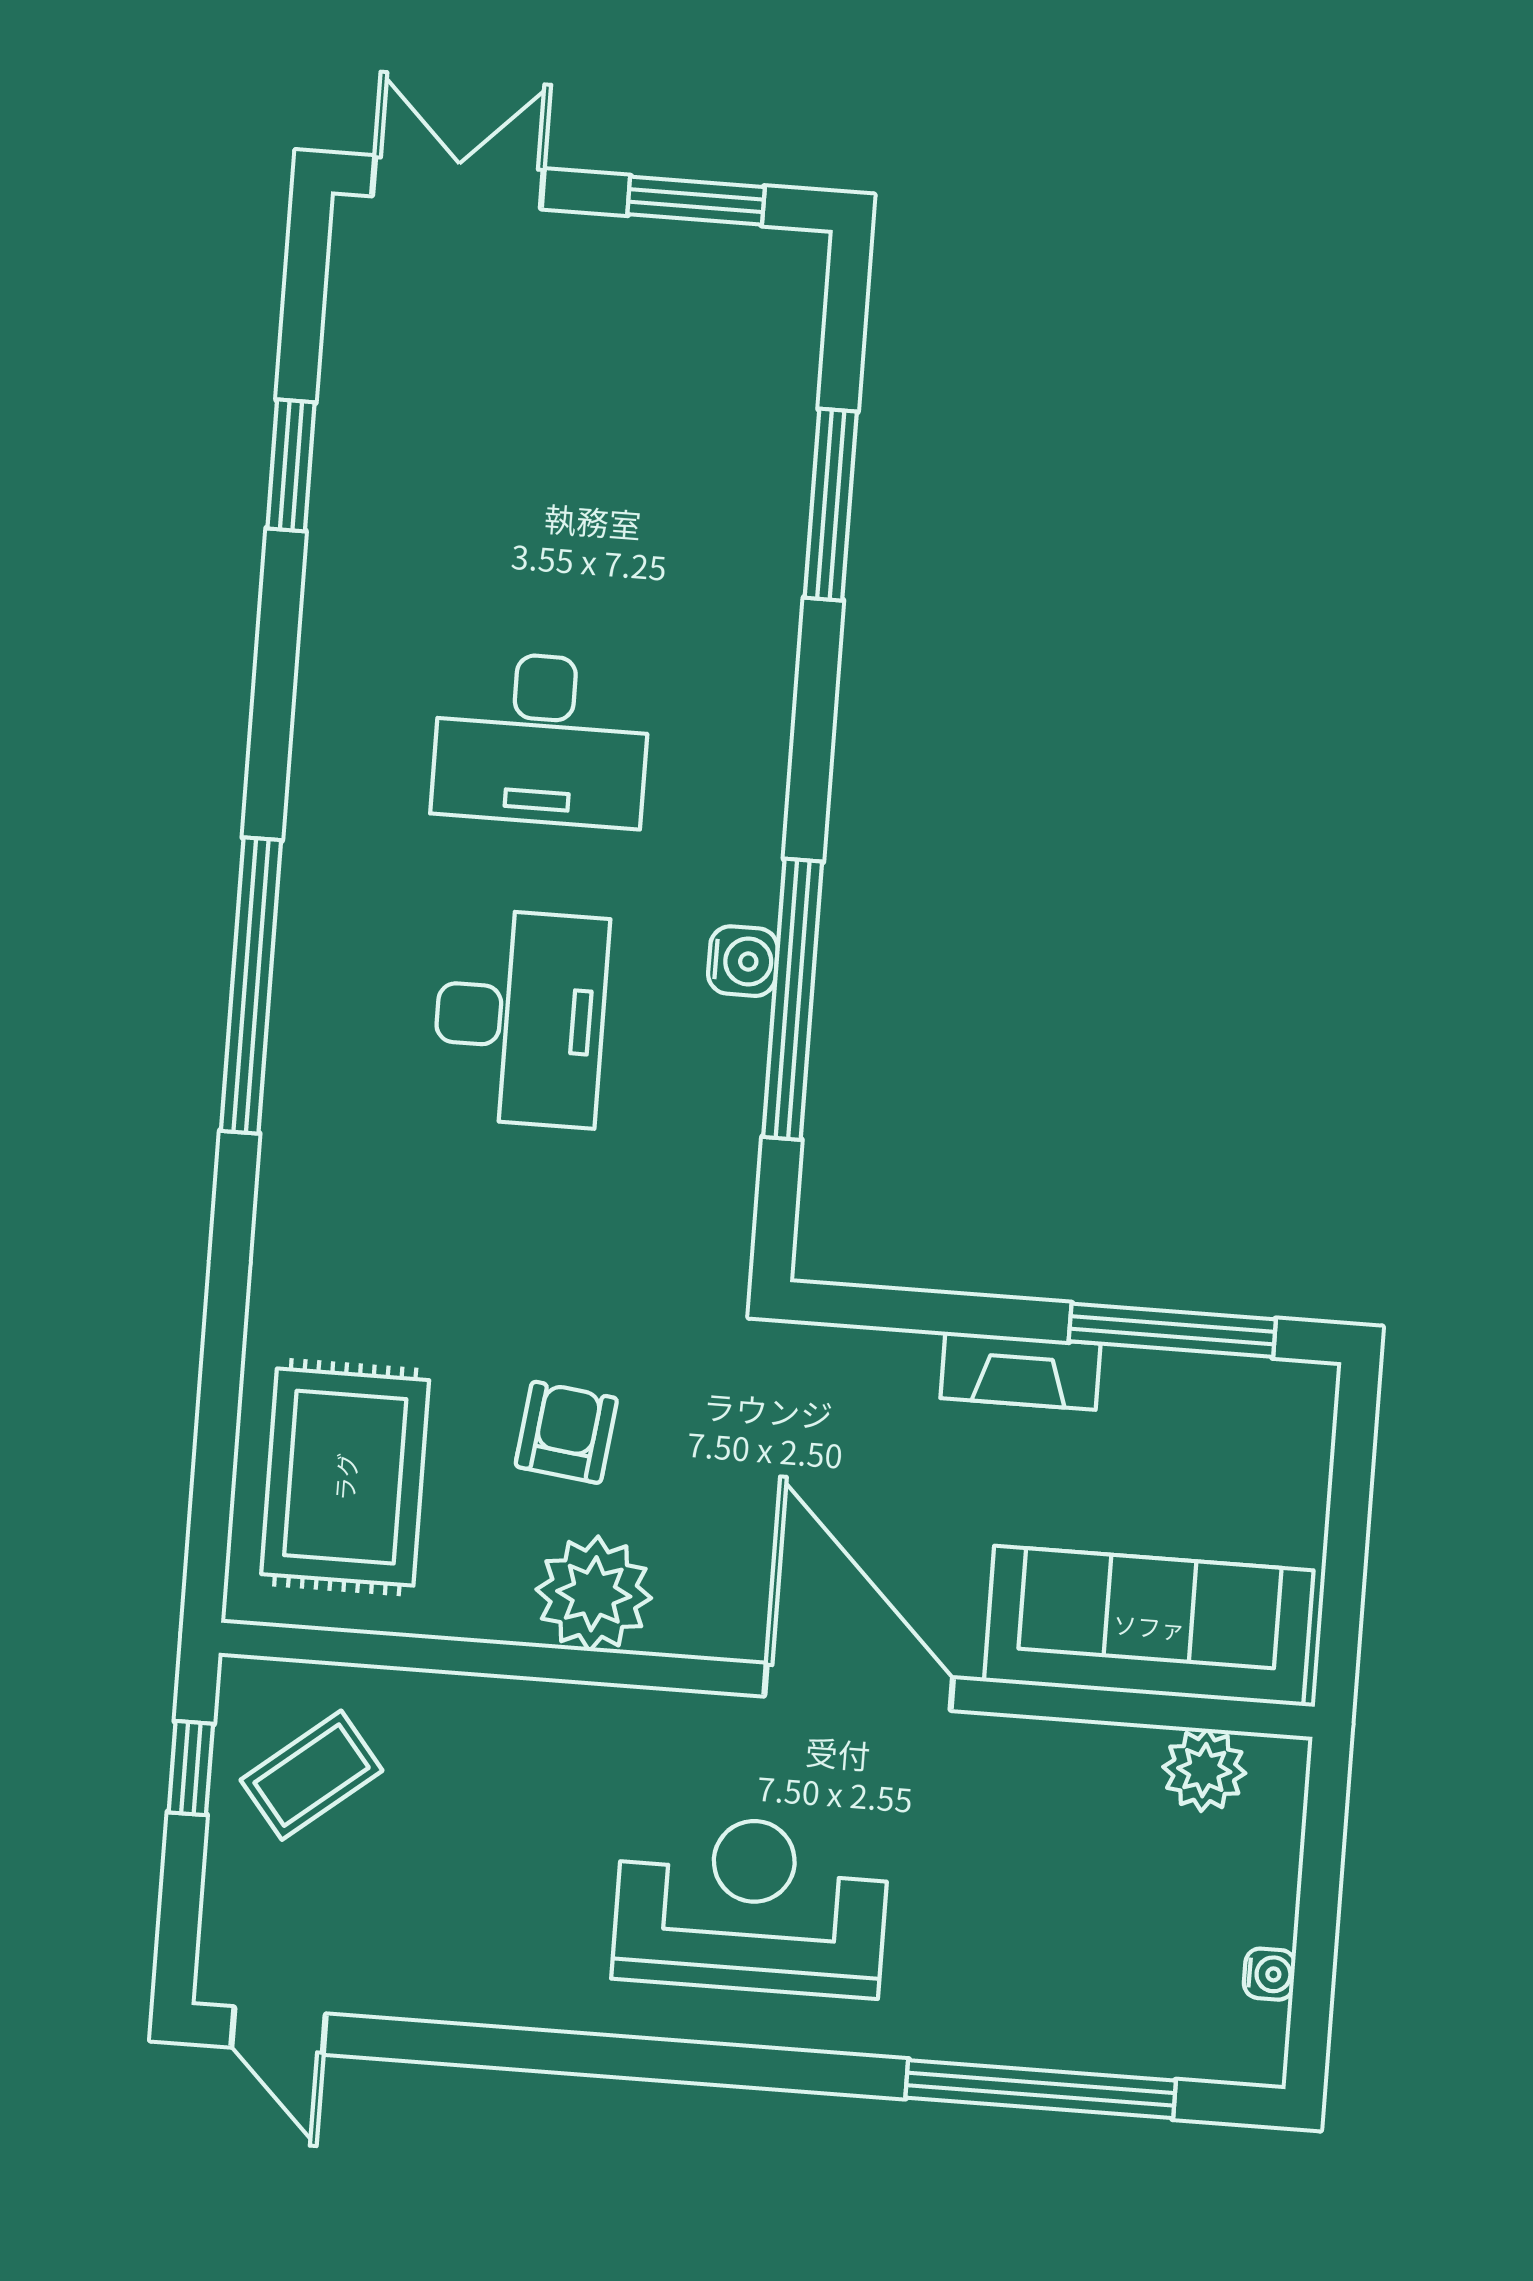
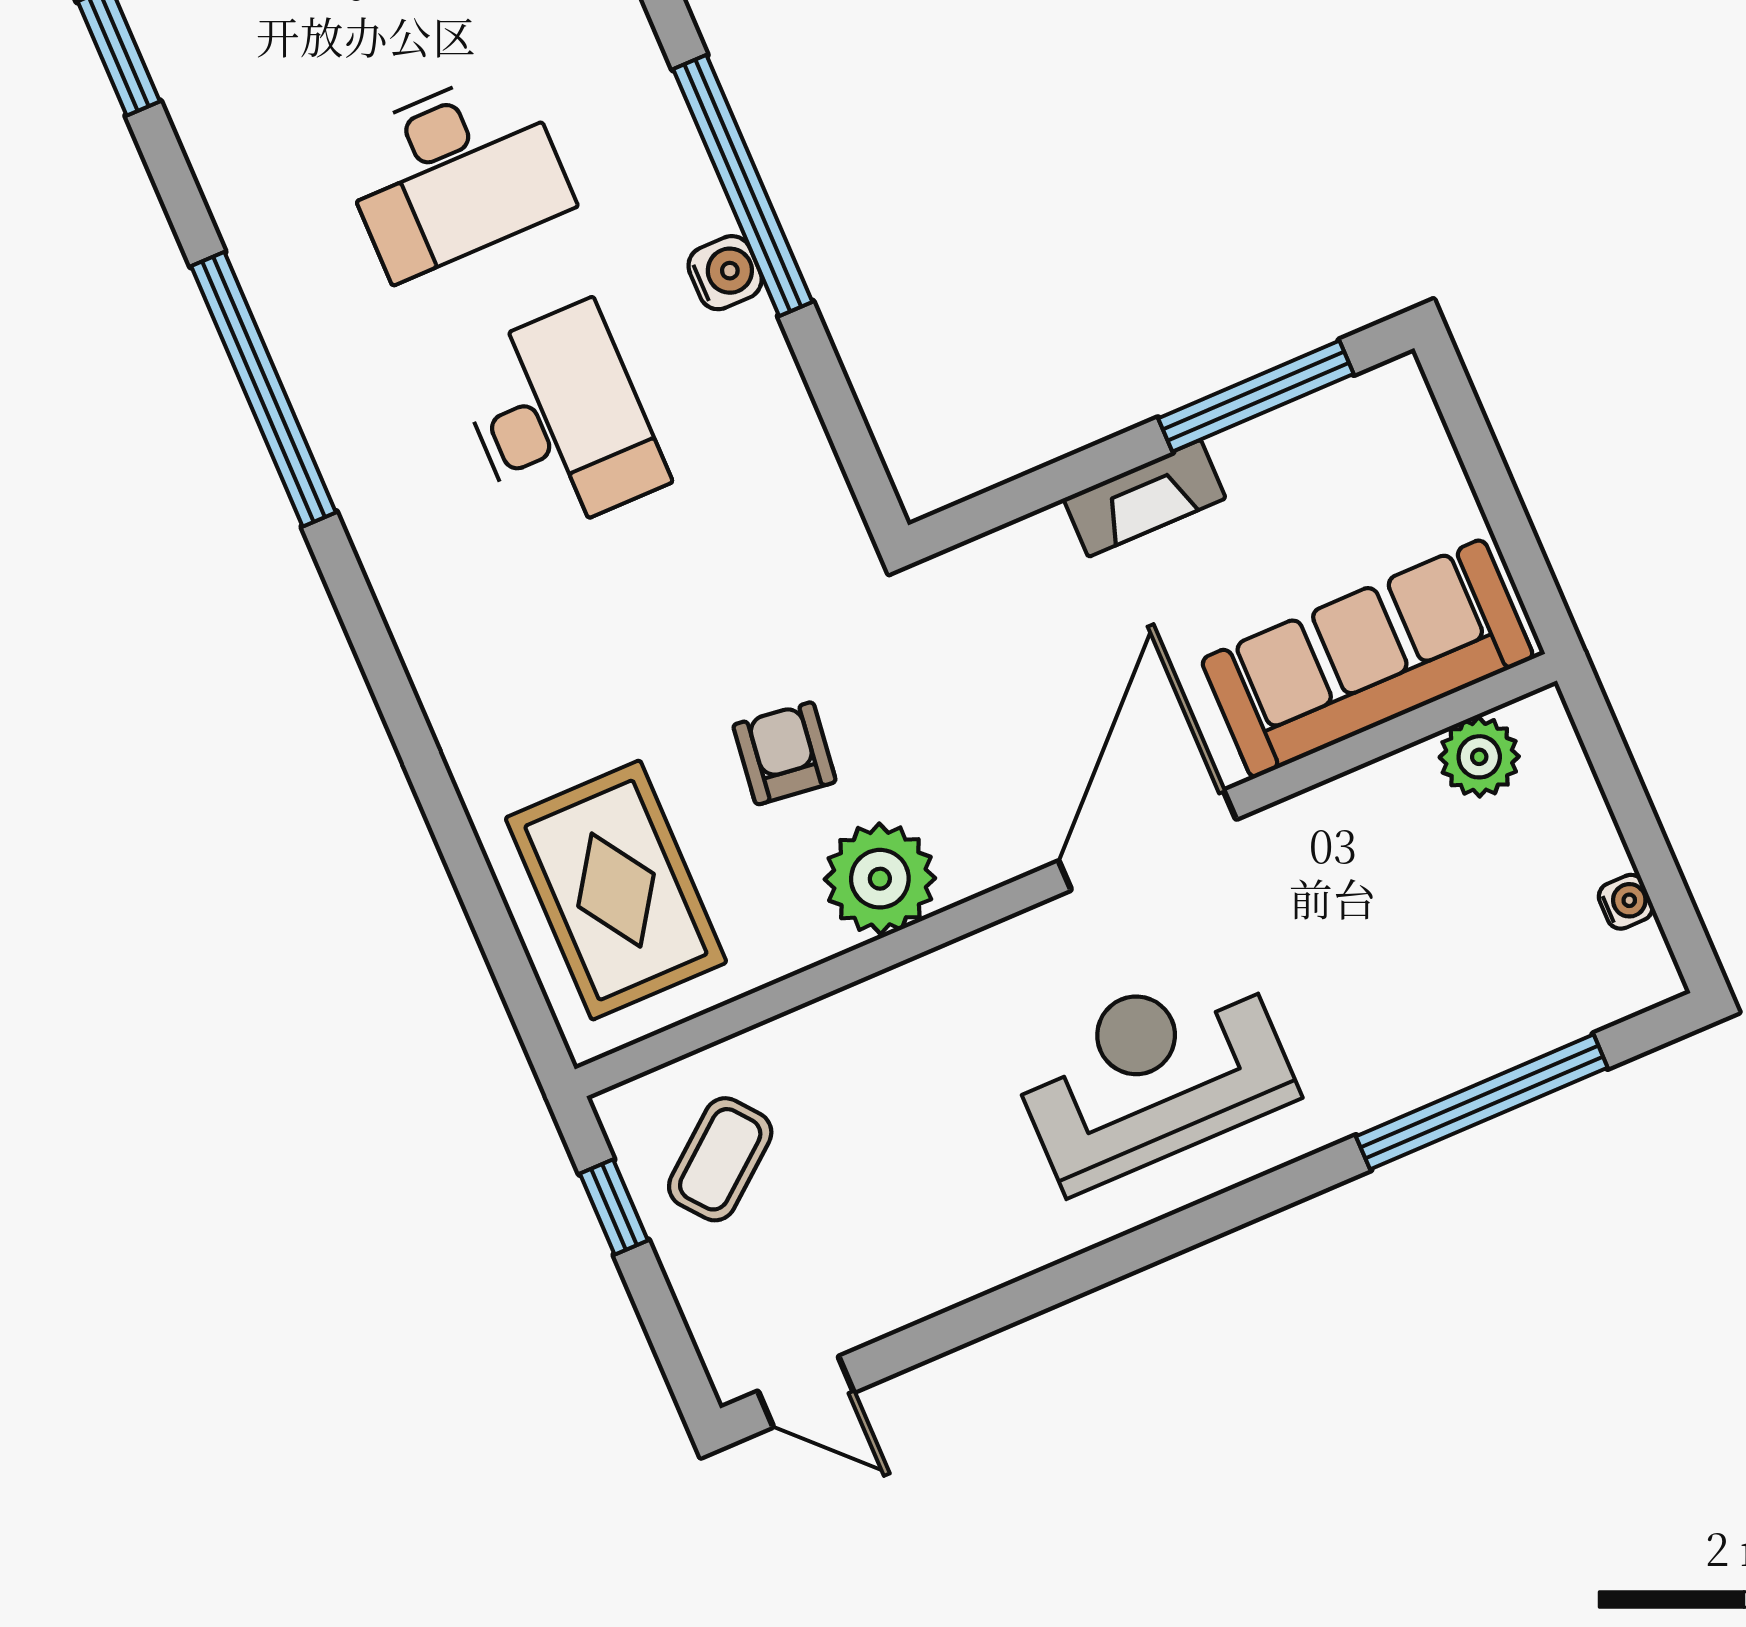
window: (251, 986) -> (263, 389), moved
window: (793, 999) -> (743, 186), moved
door: (859, 1687) -> (1147, 840), hinge flipped

